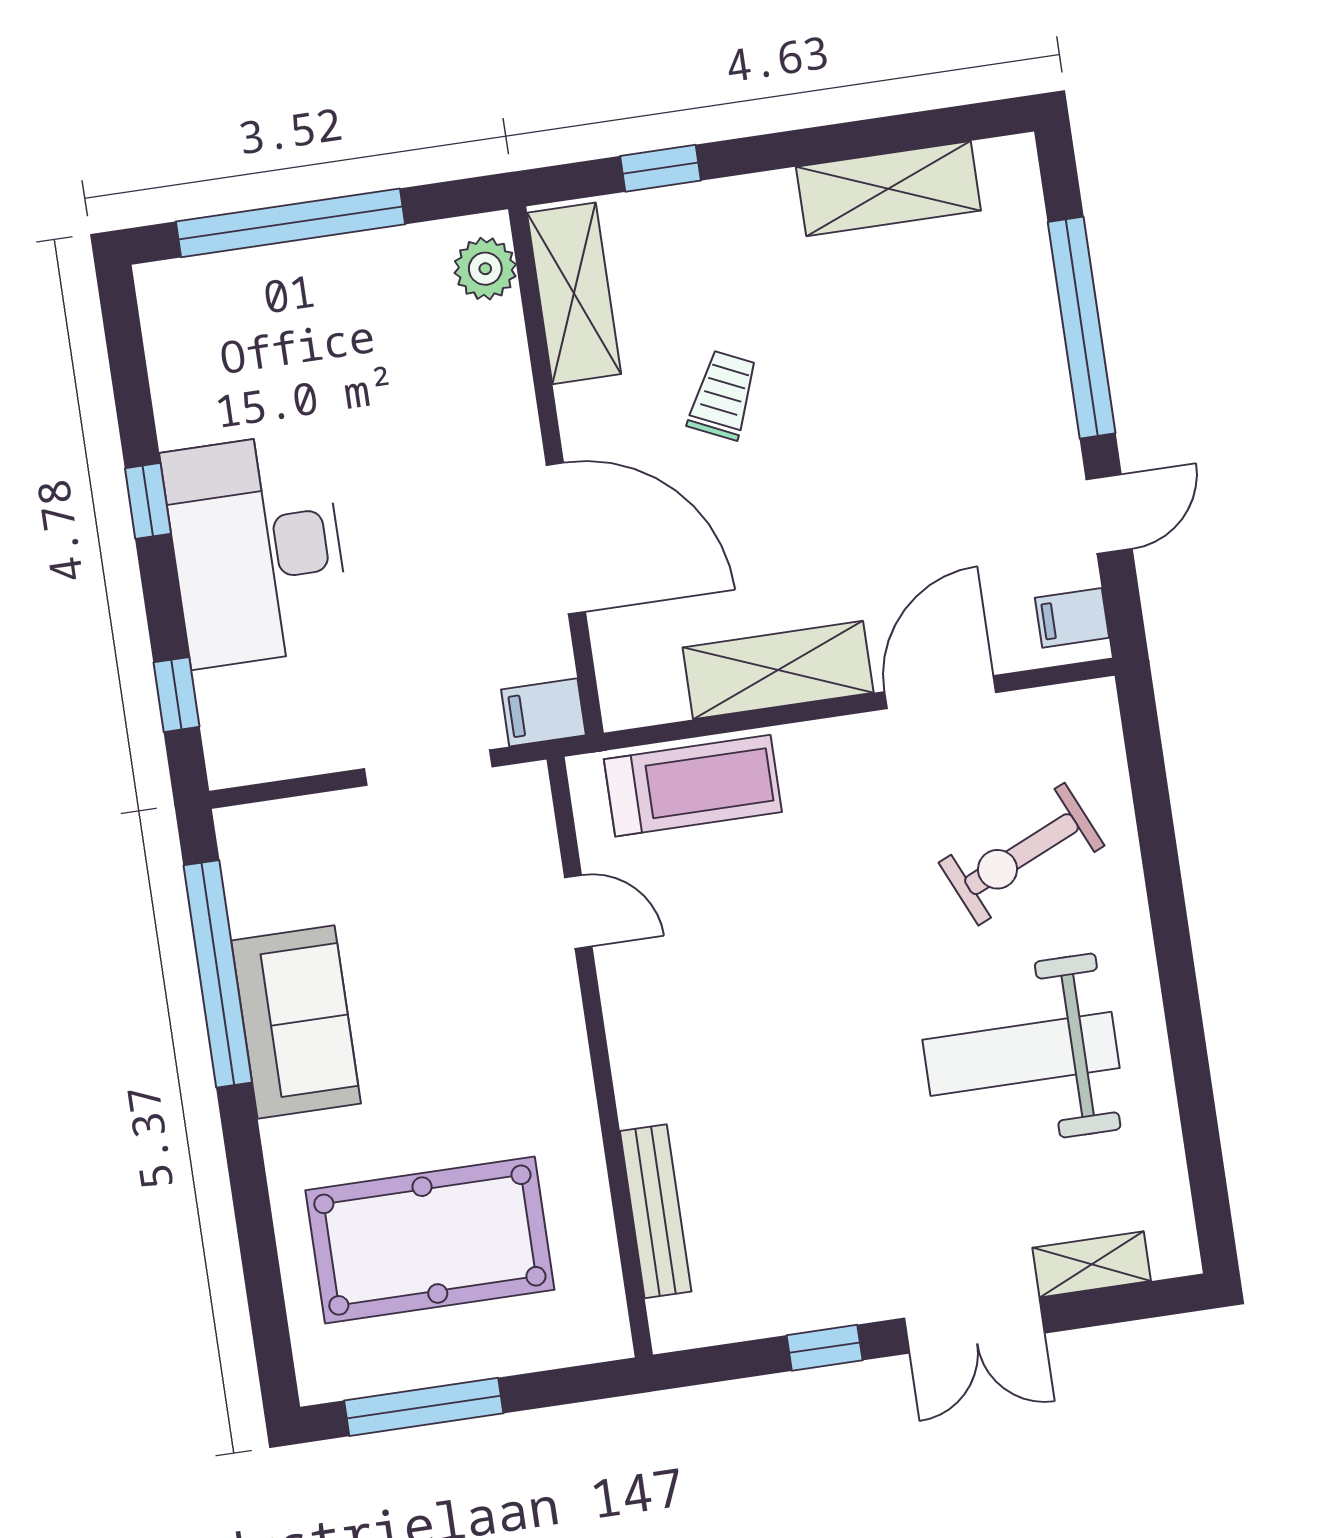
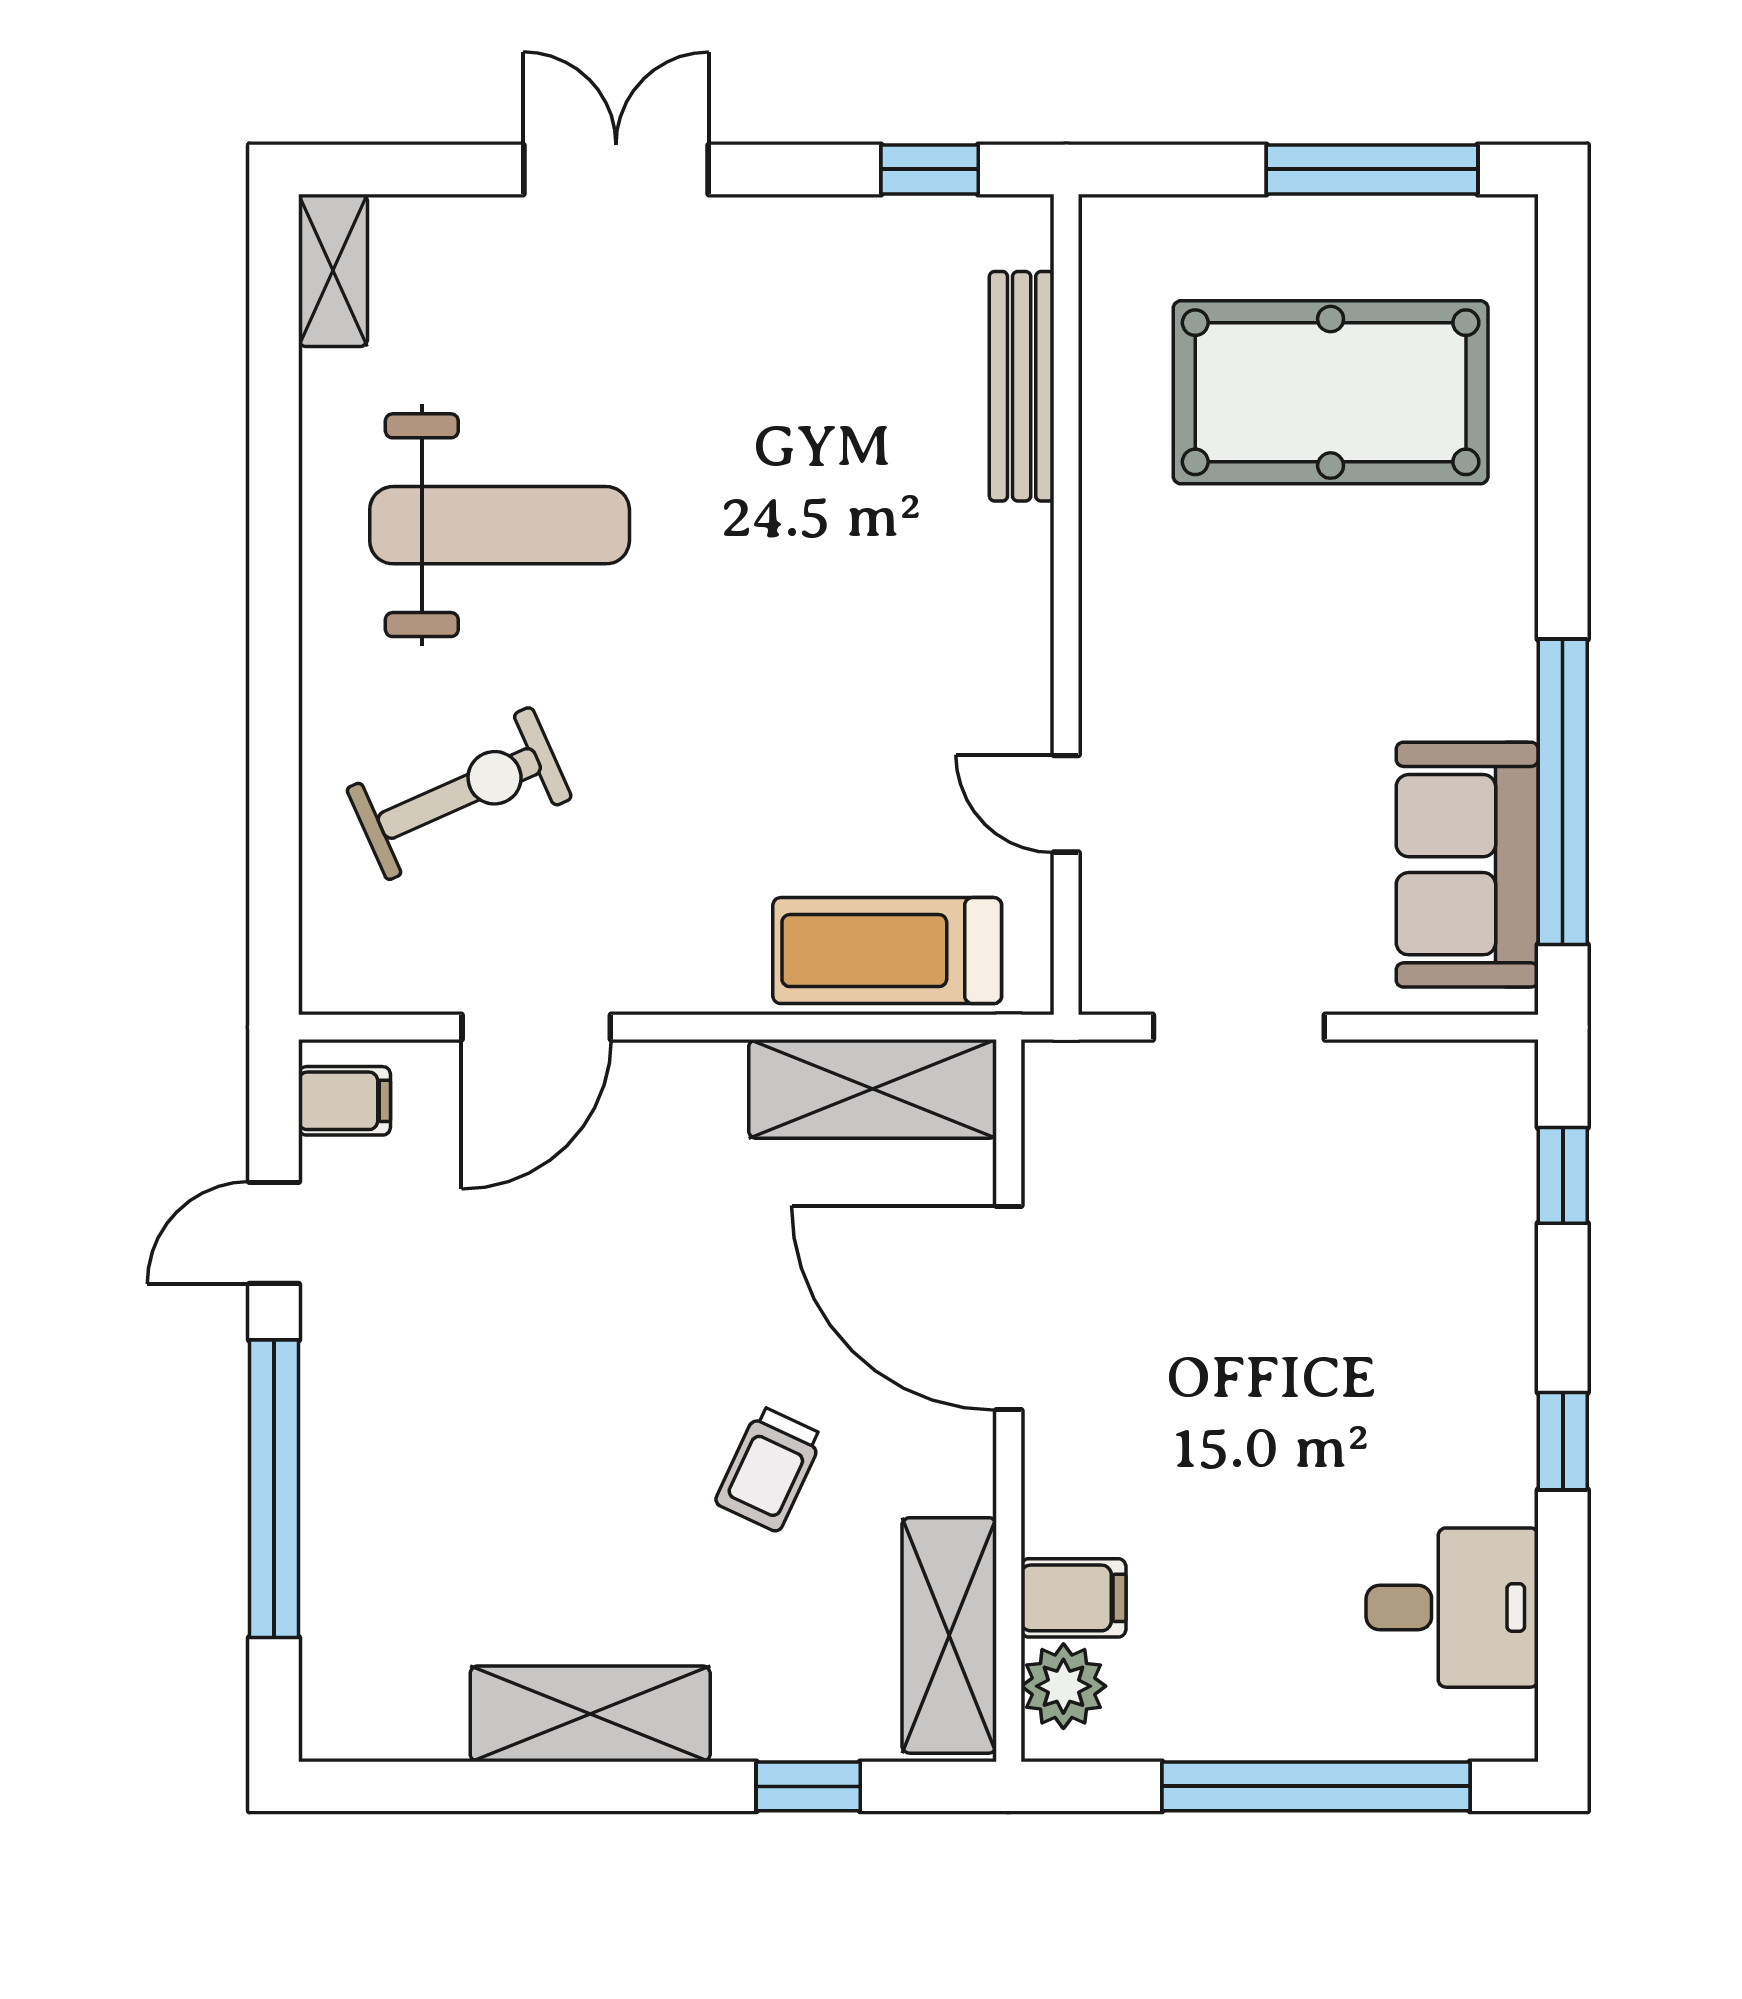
shelving: (888, 189) -> (590, 1714), moved
desk: (257, 550) -> (1452, 1608), moved, width x0.53, depth x0.77
shelving: (778, 670) -> (873, 1089), moved
filing cabinet: (543, 712) -> (1073, 1598), moved
sofa: (296, 1022) -> (1467, 865), moved
shelving: (1092, 1264) -> (333, 270), moved, turned 90
window: (825, 1348) -> (930, 169), moved

